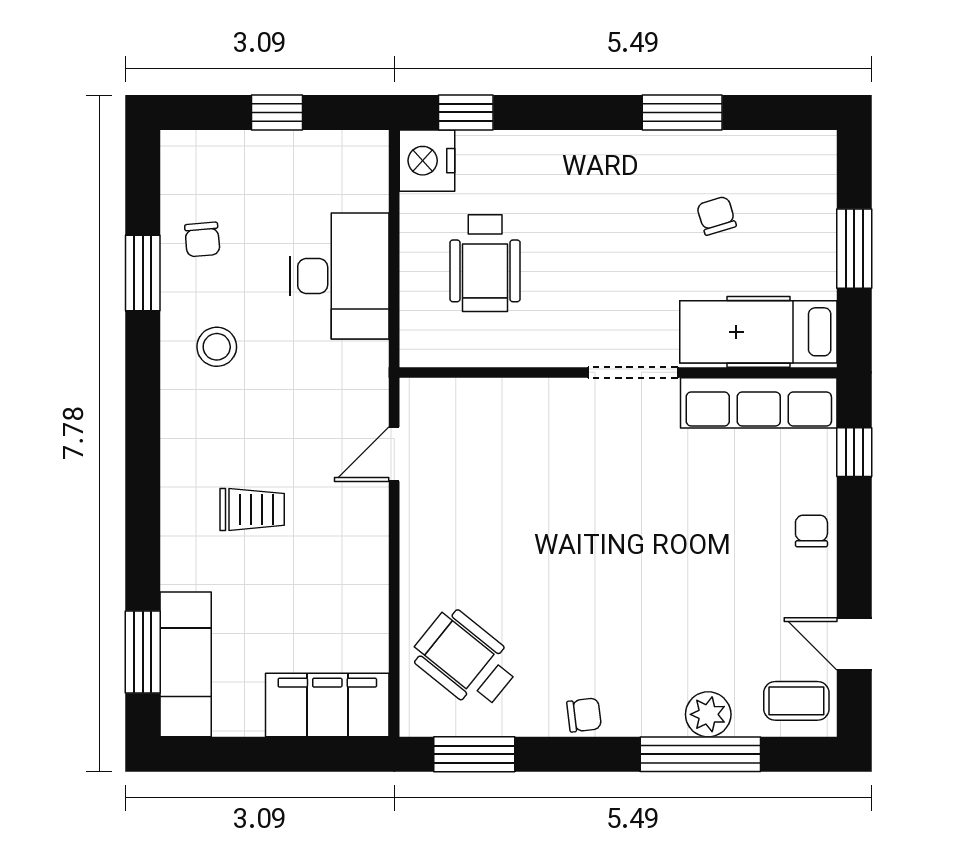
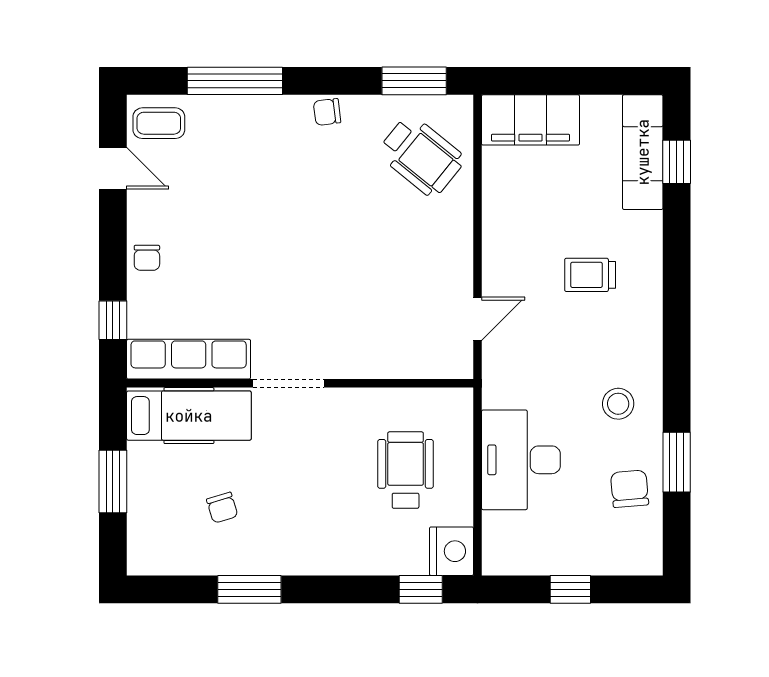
chair: (202, 240) -> (630, 489), width x1.37, depth x1.37
window: (143, 652) -> (677, 162), width x0.67
plant: (708, 714) -> (229, 112), removed

